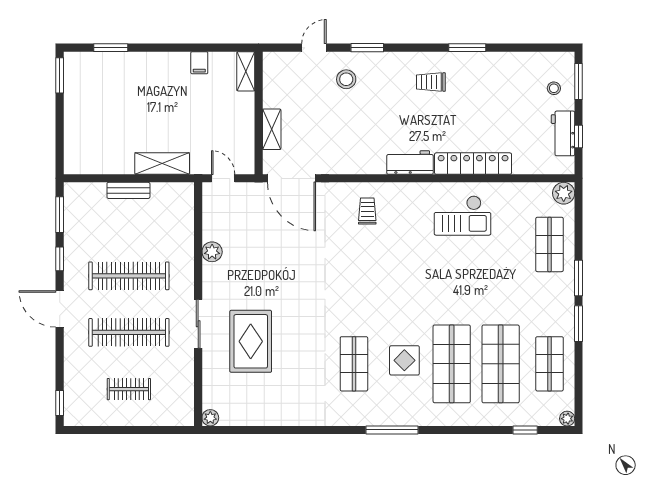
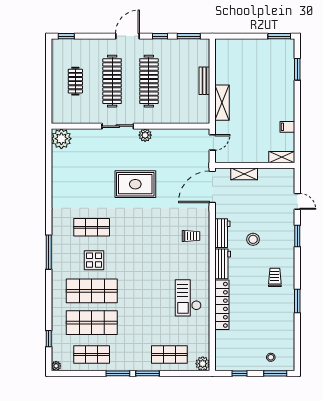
stool: (346, 79) -> (253, 239), moved
workbench: (563, 133) -> (222, 233), moved, turned 90
plant: (212, 252) -> (145, 135), moved
rug: (251, 341) -> (135, 184), moved
plant: (210, 418) -> (61, 139), width x1.87, depth x1.87

